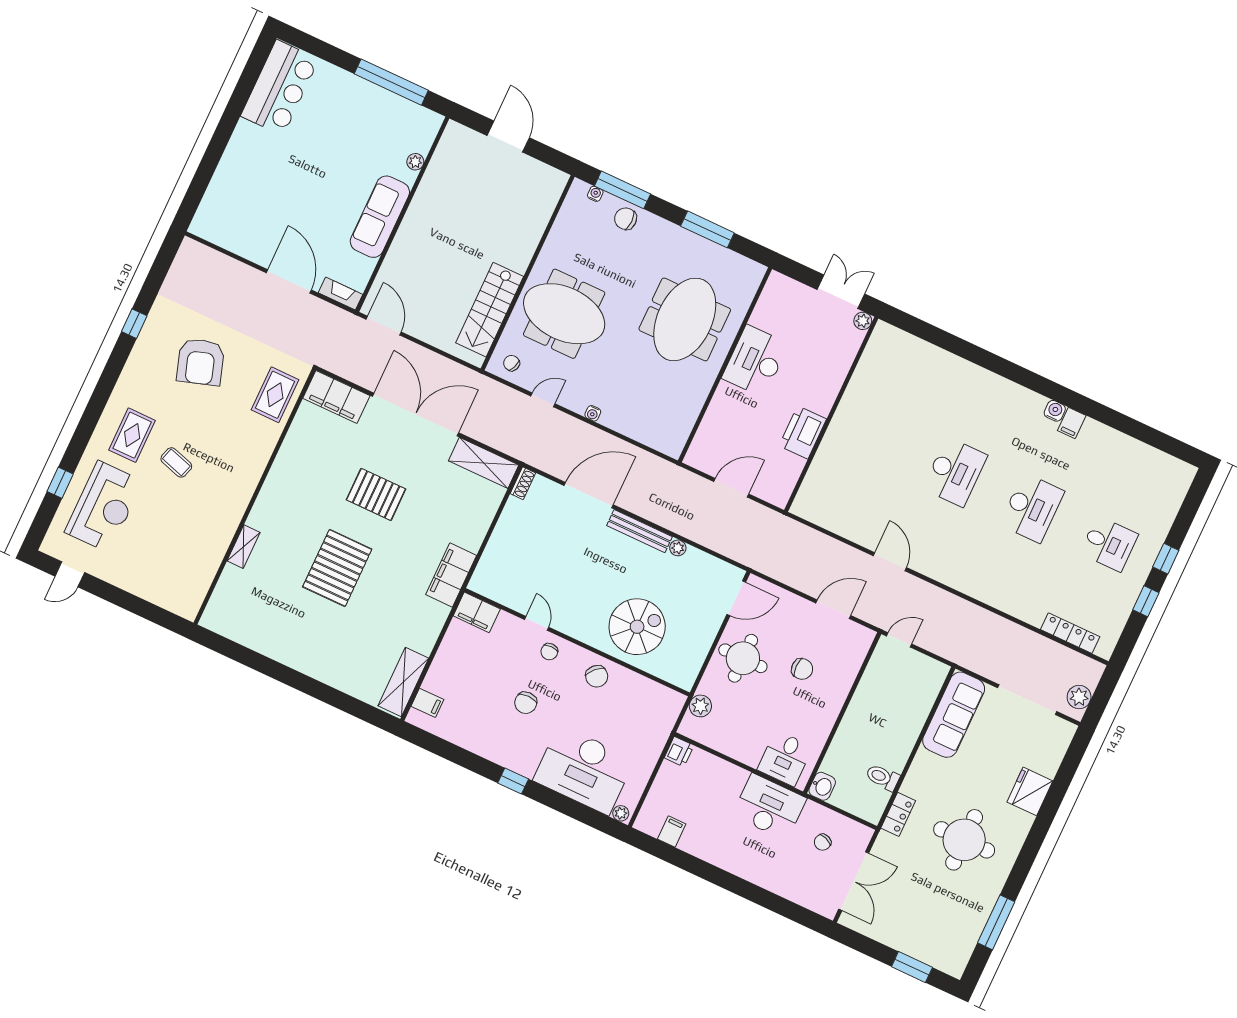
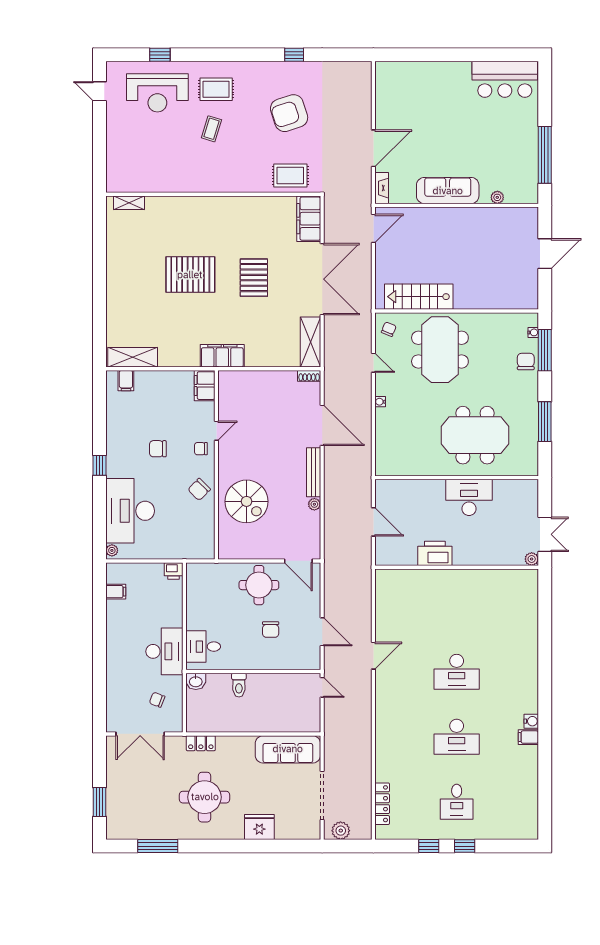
shelving: (244, 547) -> (129, 203), moved
plant: (700, 706) -> (212, 571), removed
toilet: (883, 777) -> (239, 685), moved, turned 180

